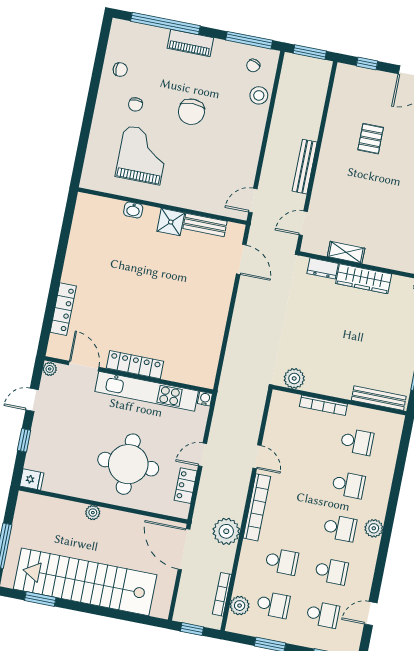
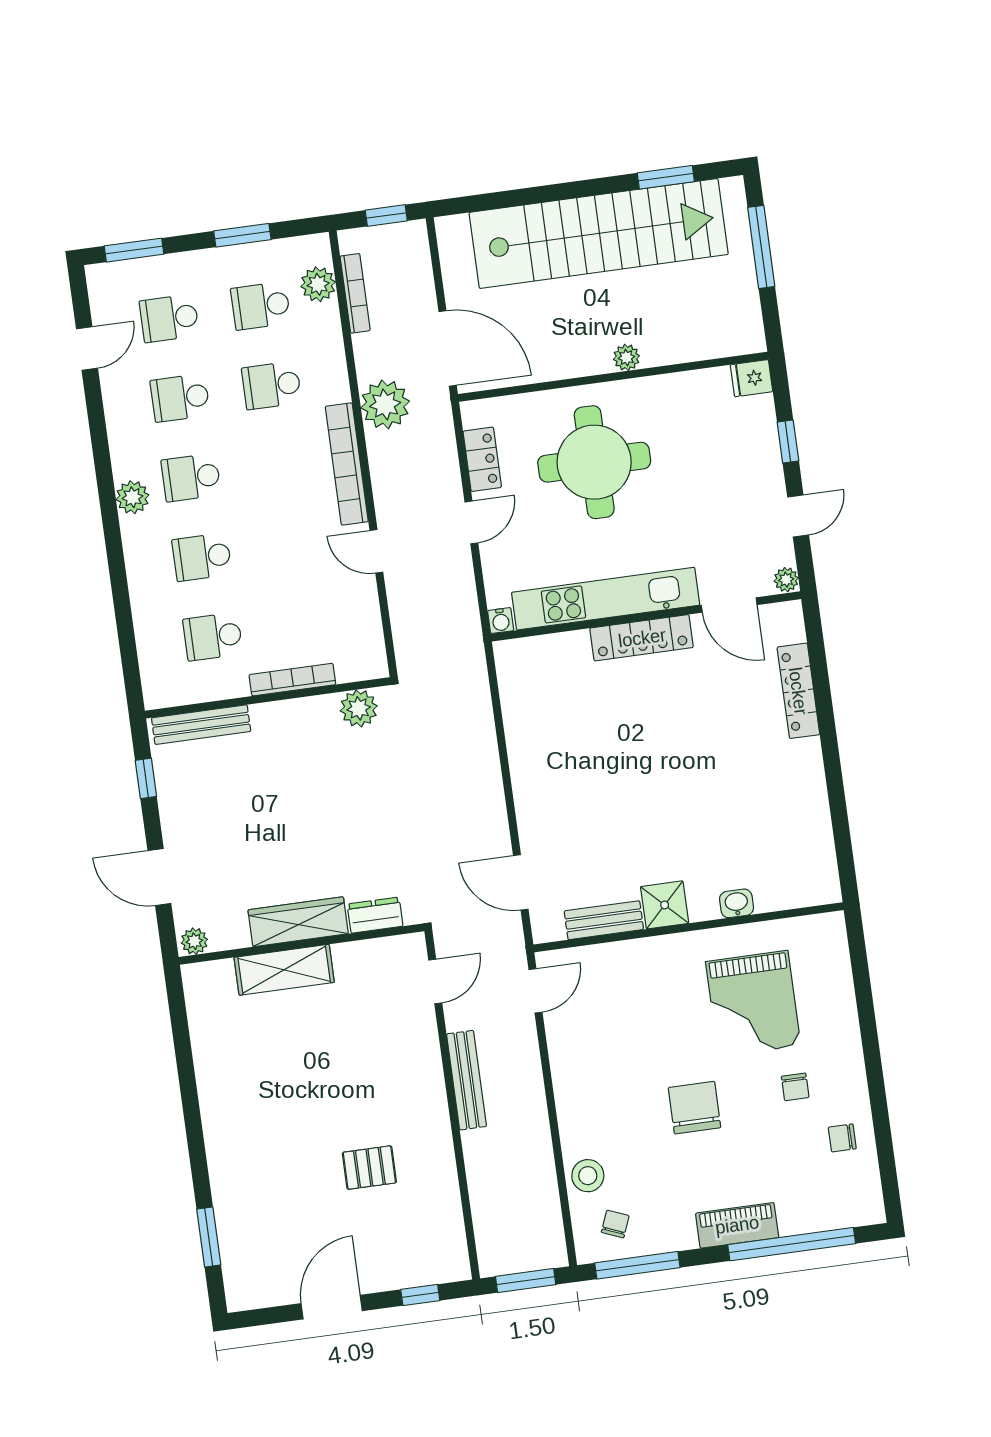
chair: (136, 104) -> (795, 1087), turned 180
pallet: (371, 139) -> (369, 1168), turned 90
shelving: (346, 252) -> (284, 970), moved, width x1.50, depth x1.33

